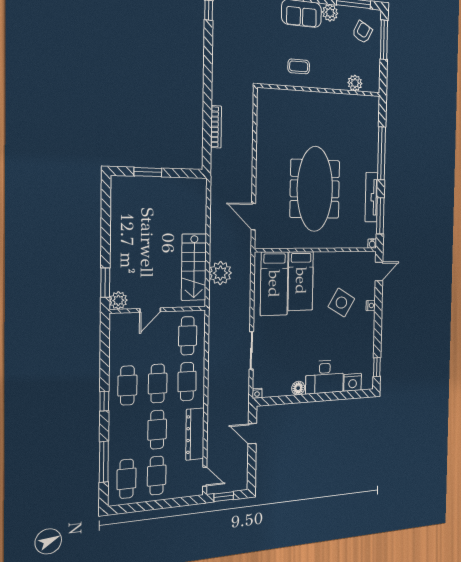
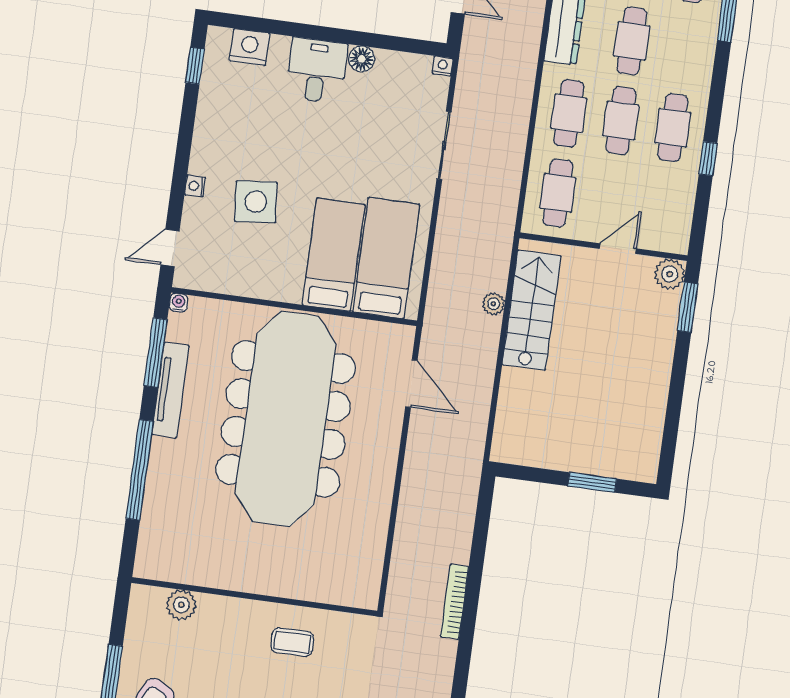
bookcase: (216, 127) -> (455, 602), moved
meeting table: (315, 189) -> (286, 419), width x1.36, depth x1.27
plant: (220, 273) -> (493, 304), width x0.53, depth x0.53
side table: (341, 303) -> (256, 202), turned -37
desk: (325, 377) -> (316, 70), width x0.73
window: (104, 401) -> (708, 159), moved

